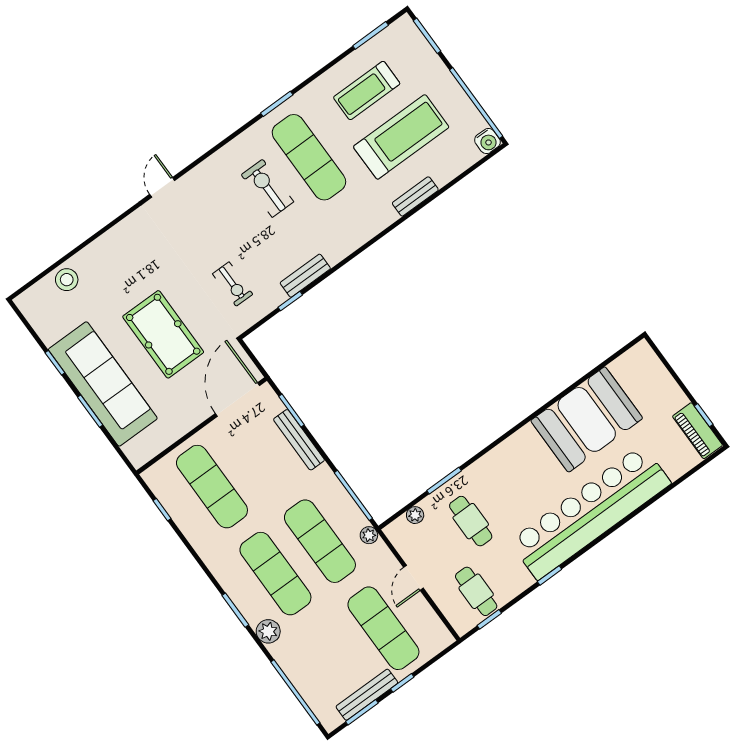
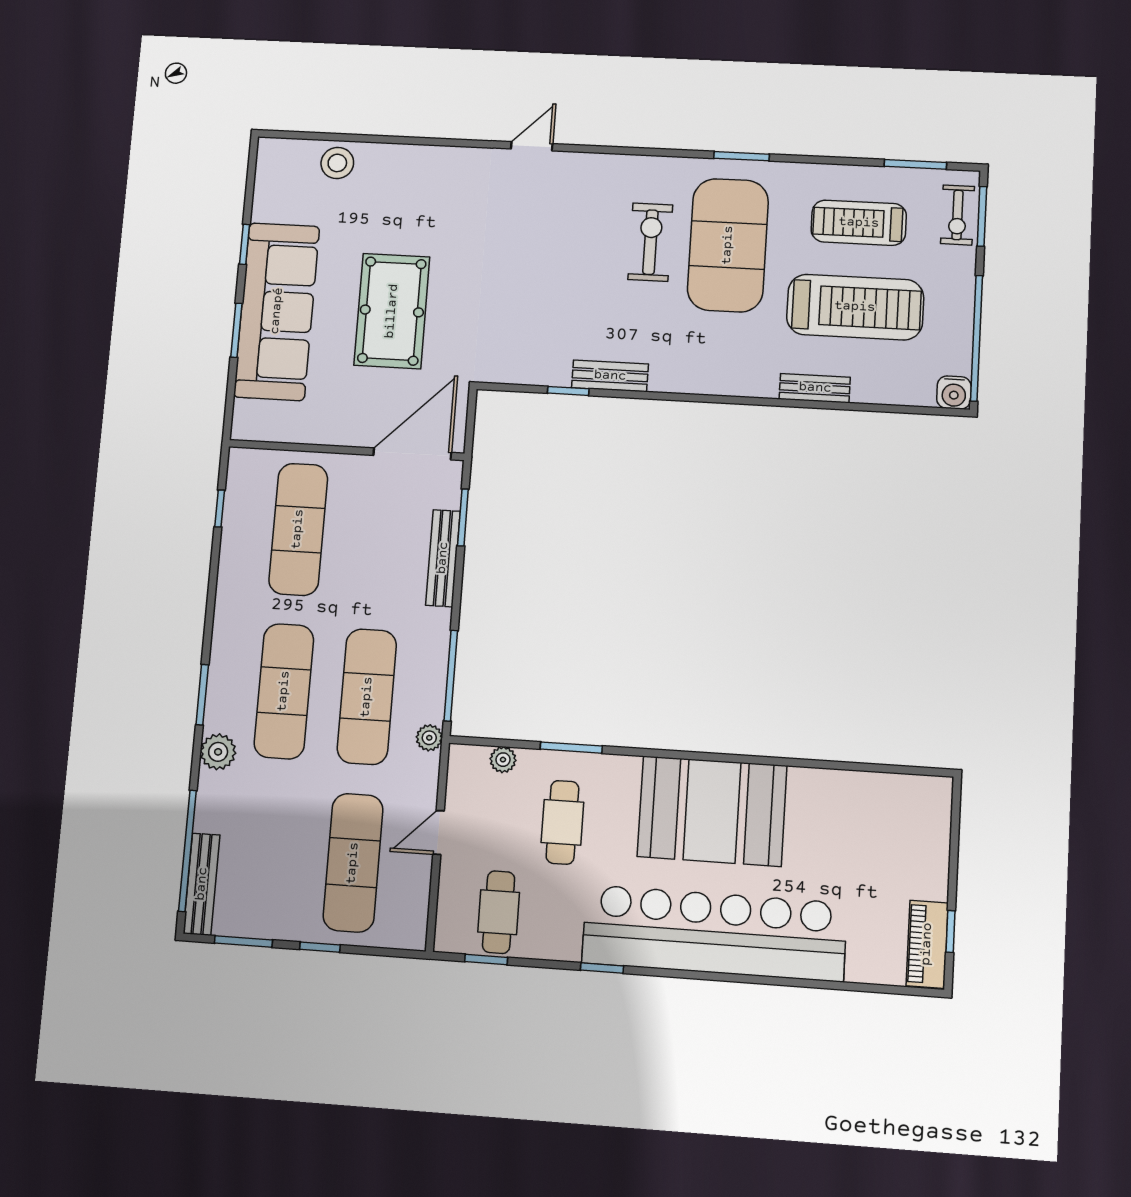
exercise mat: (309, 157) -> (728, 245), width x1.47
exercise bike: (233, 284) -> (957, 215), moved
booth: (587, 419) -> (712, 811), moved
bench: (367, 695) -> (202, 884), moved, turned 90

